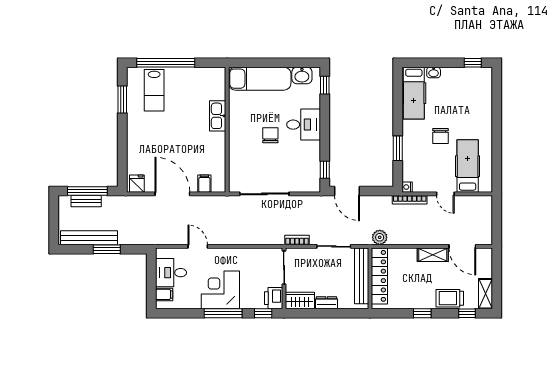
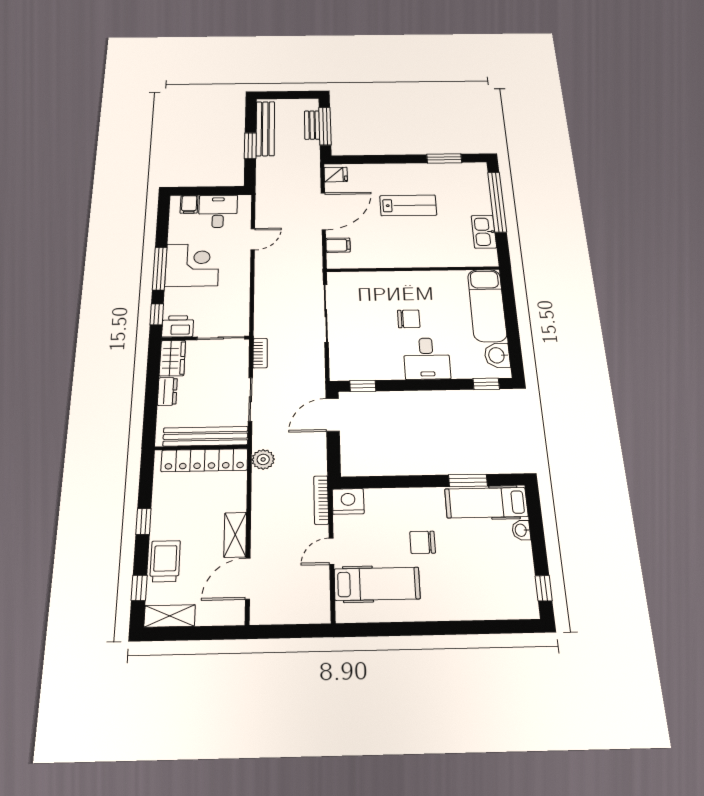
lab bench: (154, 90) -> (408, 205), moved, turned 180
kitchen sink: (218, 116) -> (484, 232), moved, turned -90
window: (398, 148) -> (468, 480), moved
nightstand: (407, 187) -> (348, 501), width x1.89, depth x1.79

